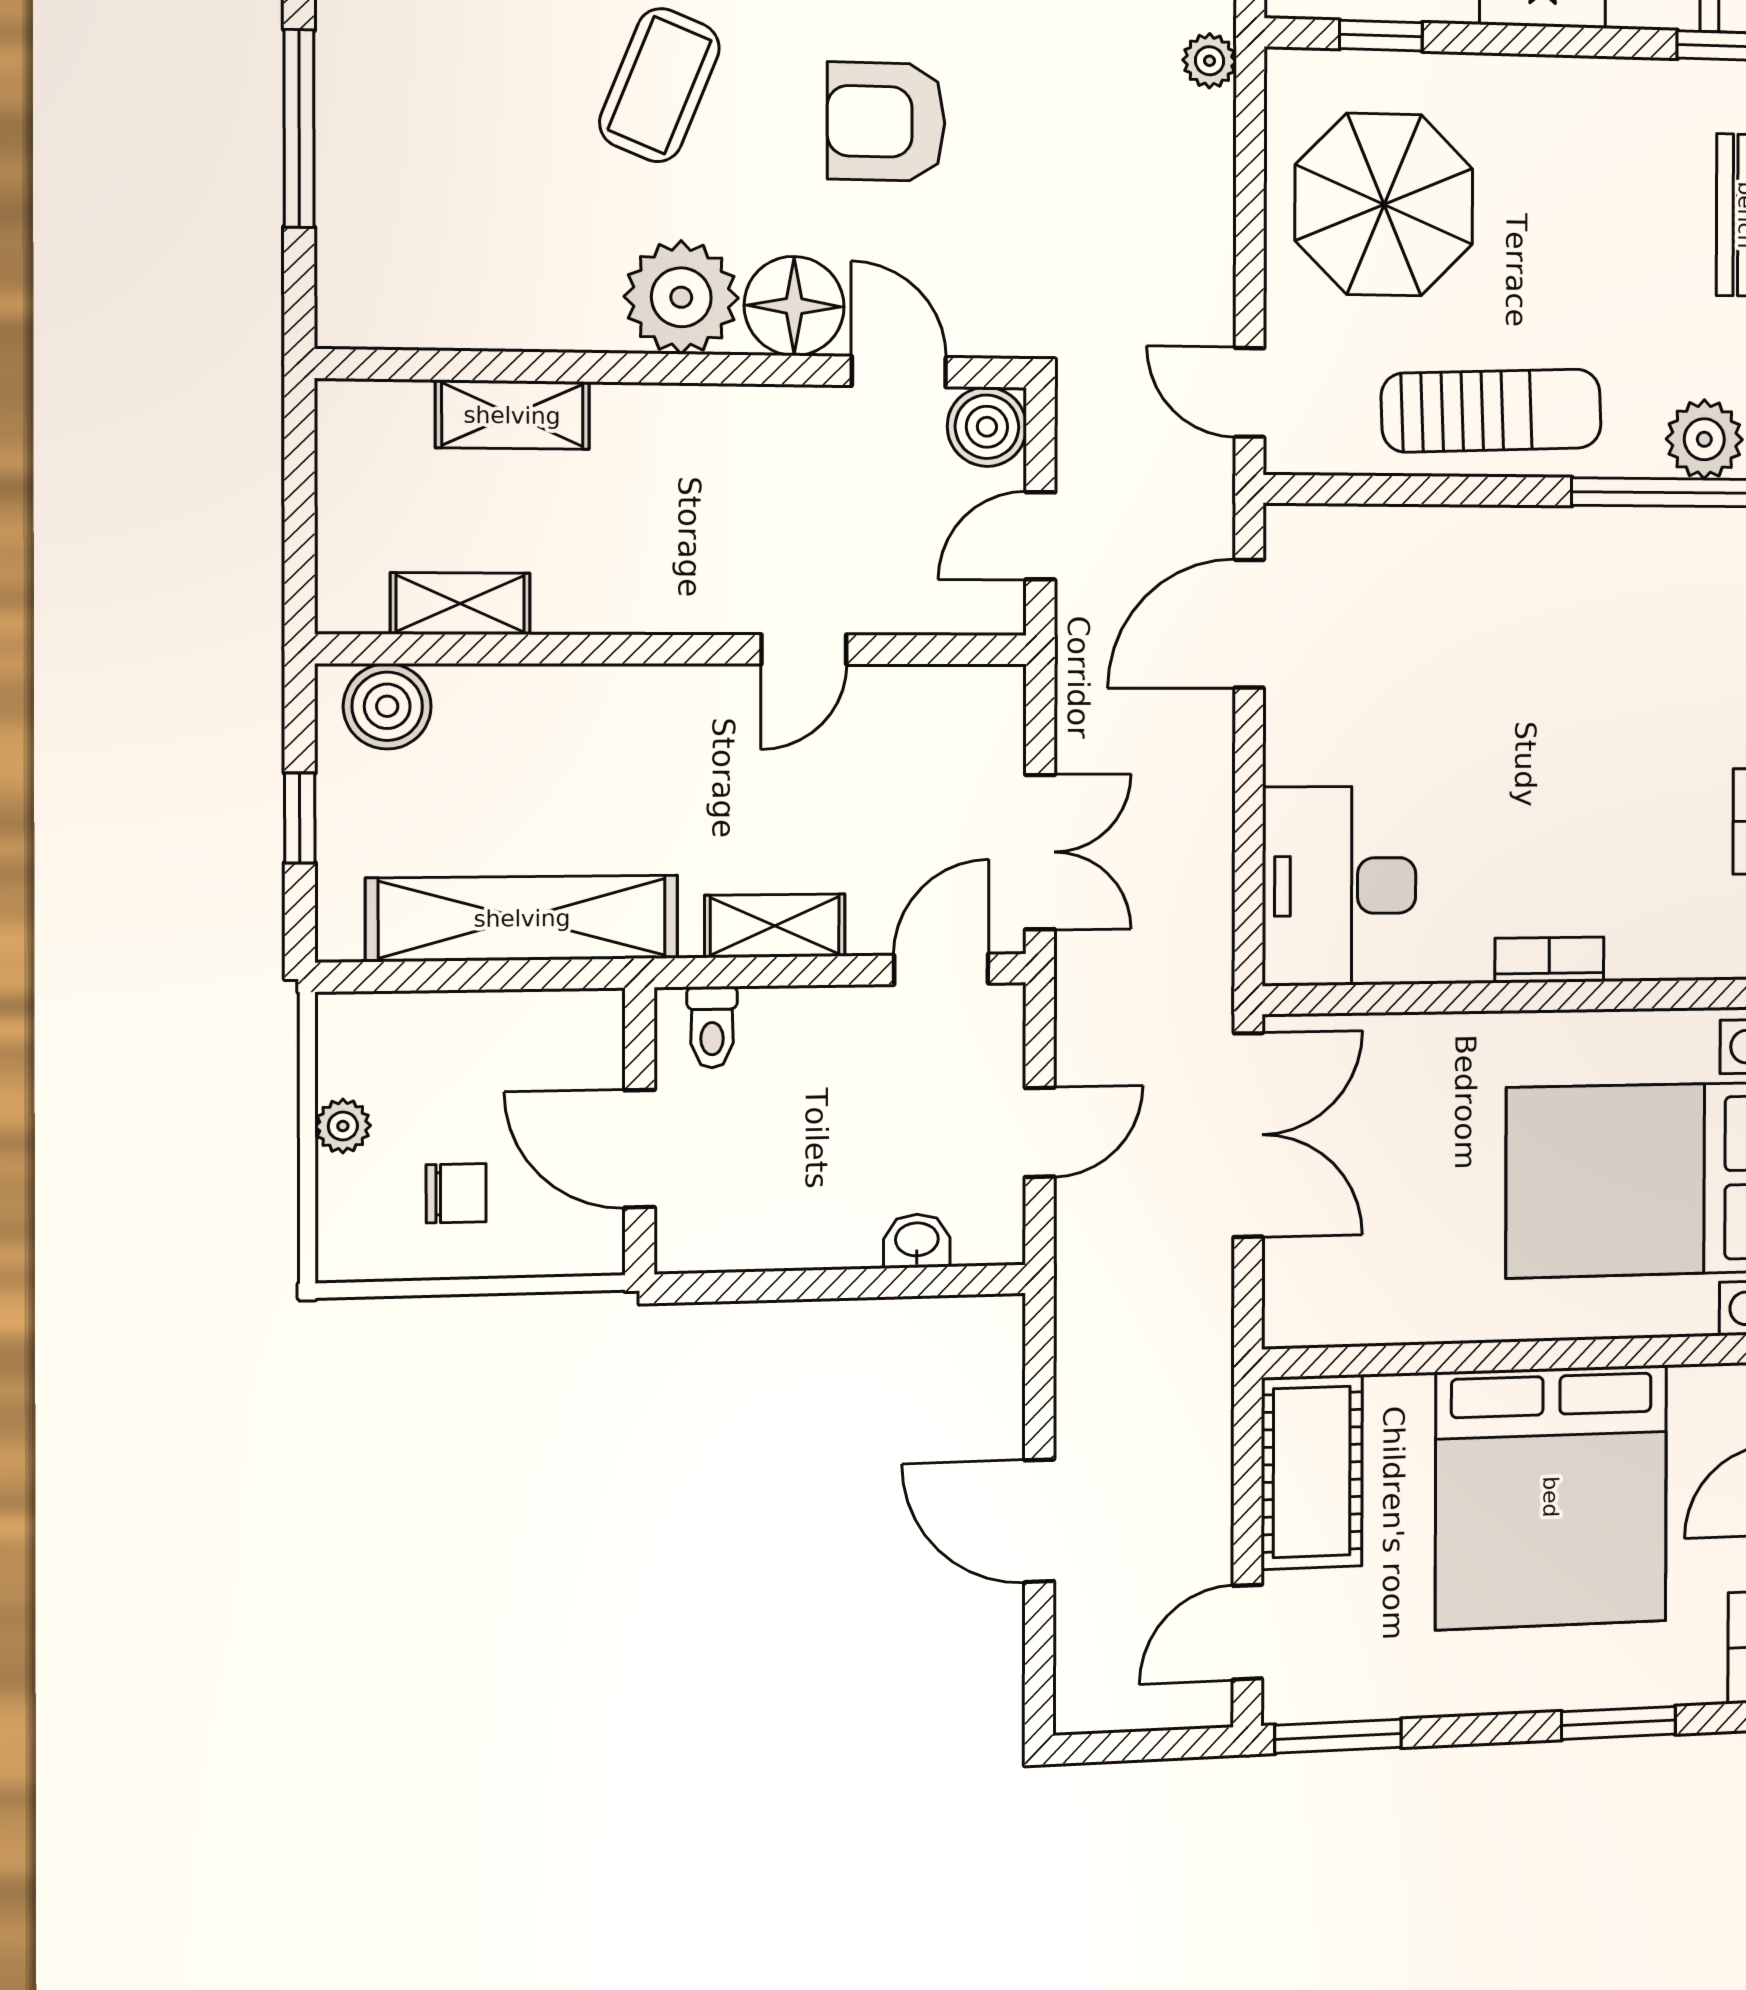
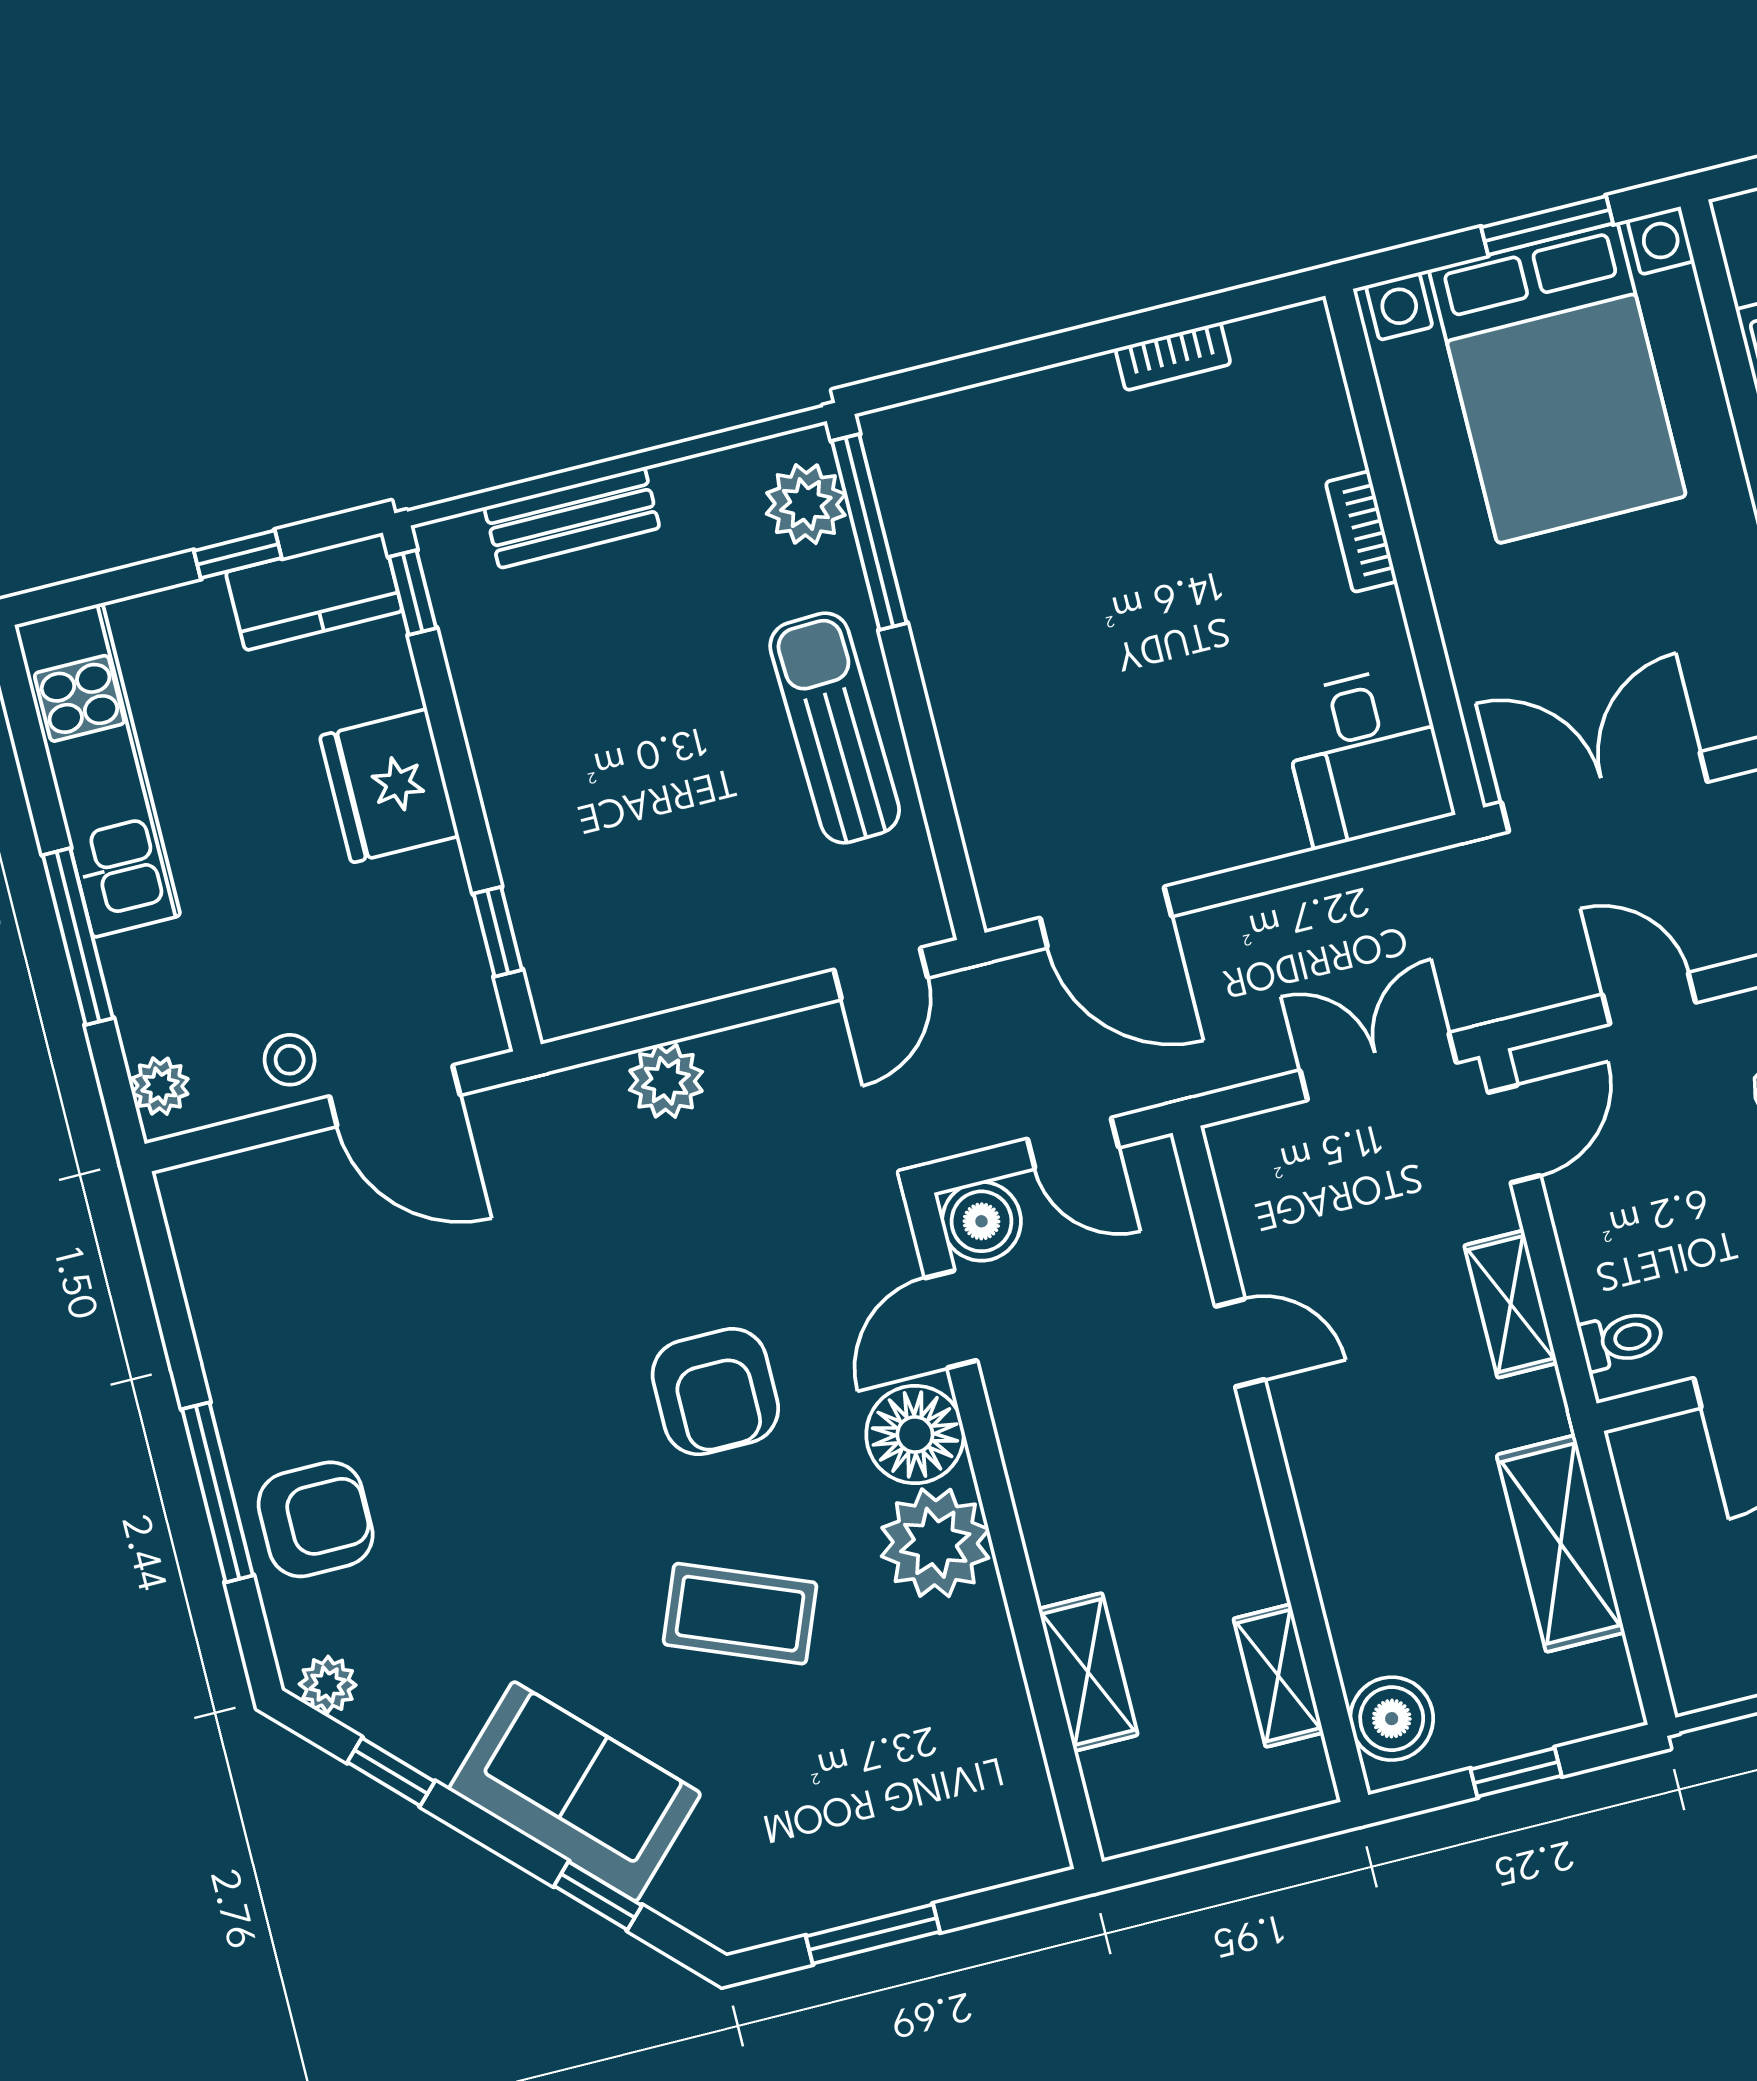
plant: (1210, 61) -> (666, 1081), moved, width x1.38, depth x1.38
window: (299, 128) -> (873, 1934), width x0.69
parasol: (1384, 205) -> (662, 887), removed
desk: (1339, 886) -> (1366, 756), width x0.73
shelving: (522, 918) -> (1561, 1544), width x0.68
door: (941, 969) -> (1514, 1134), swing flipped

